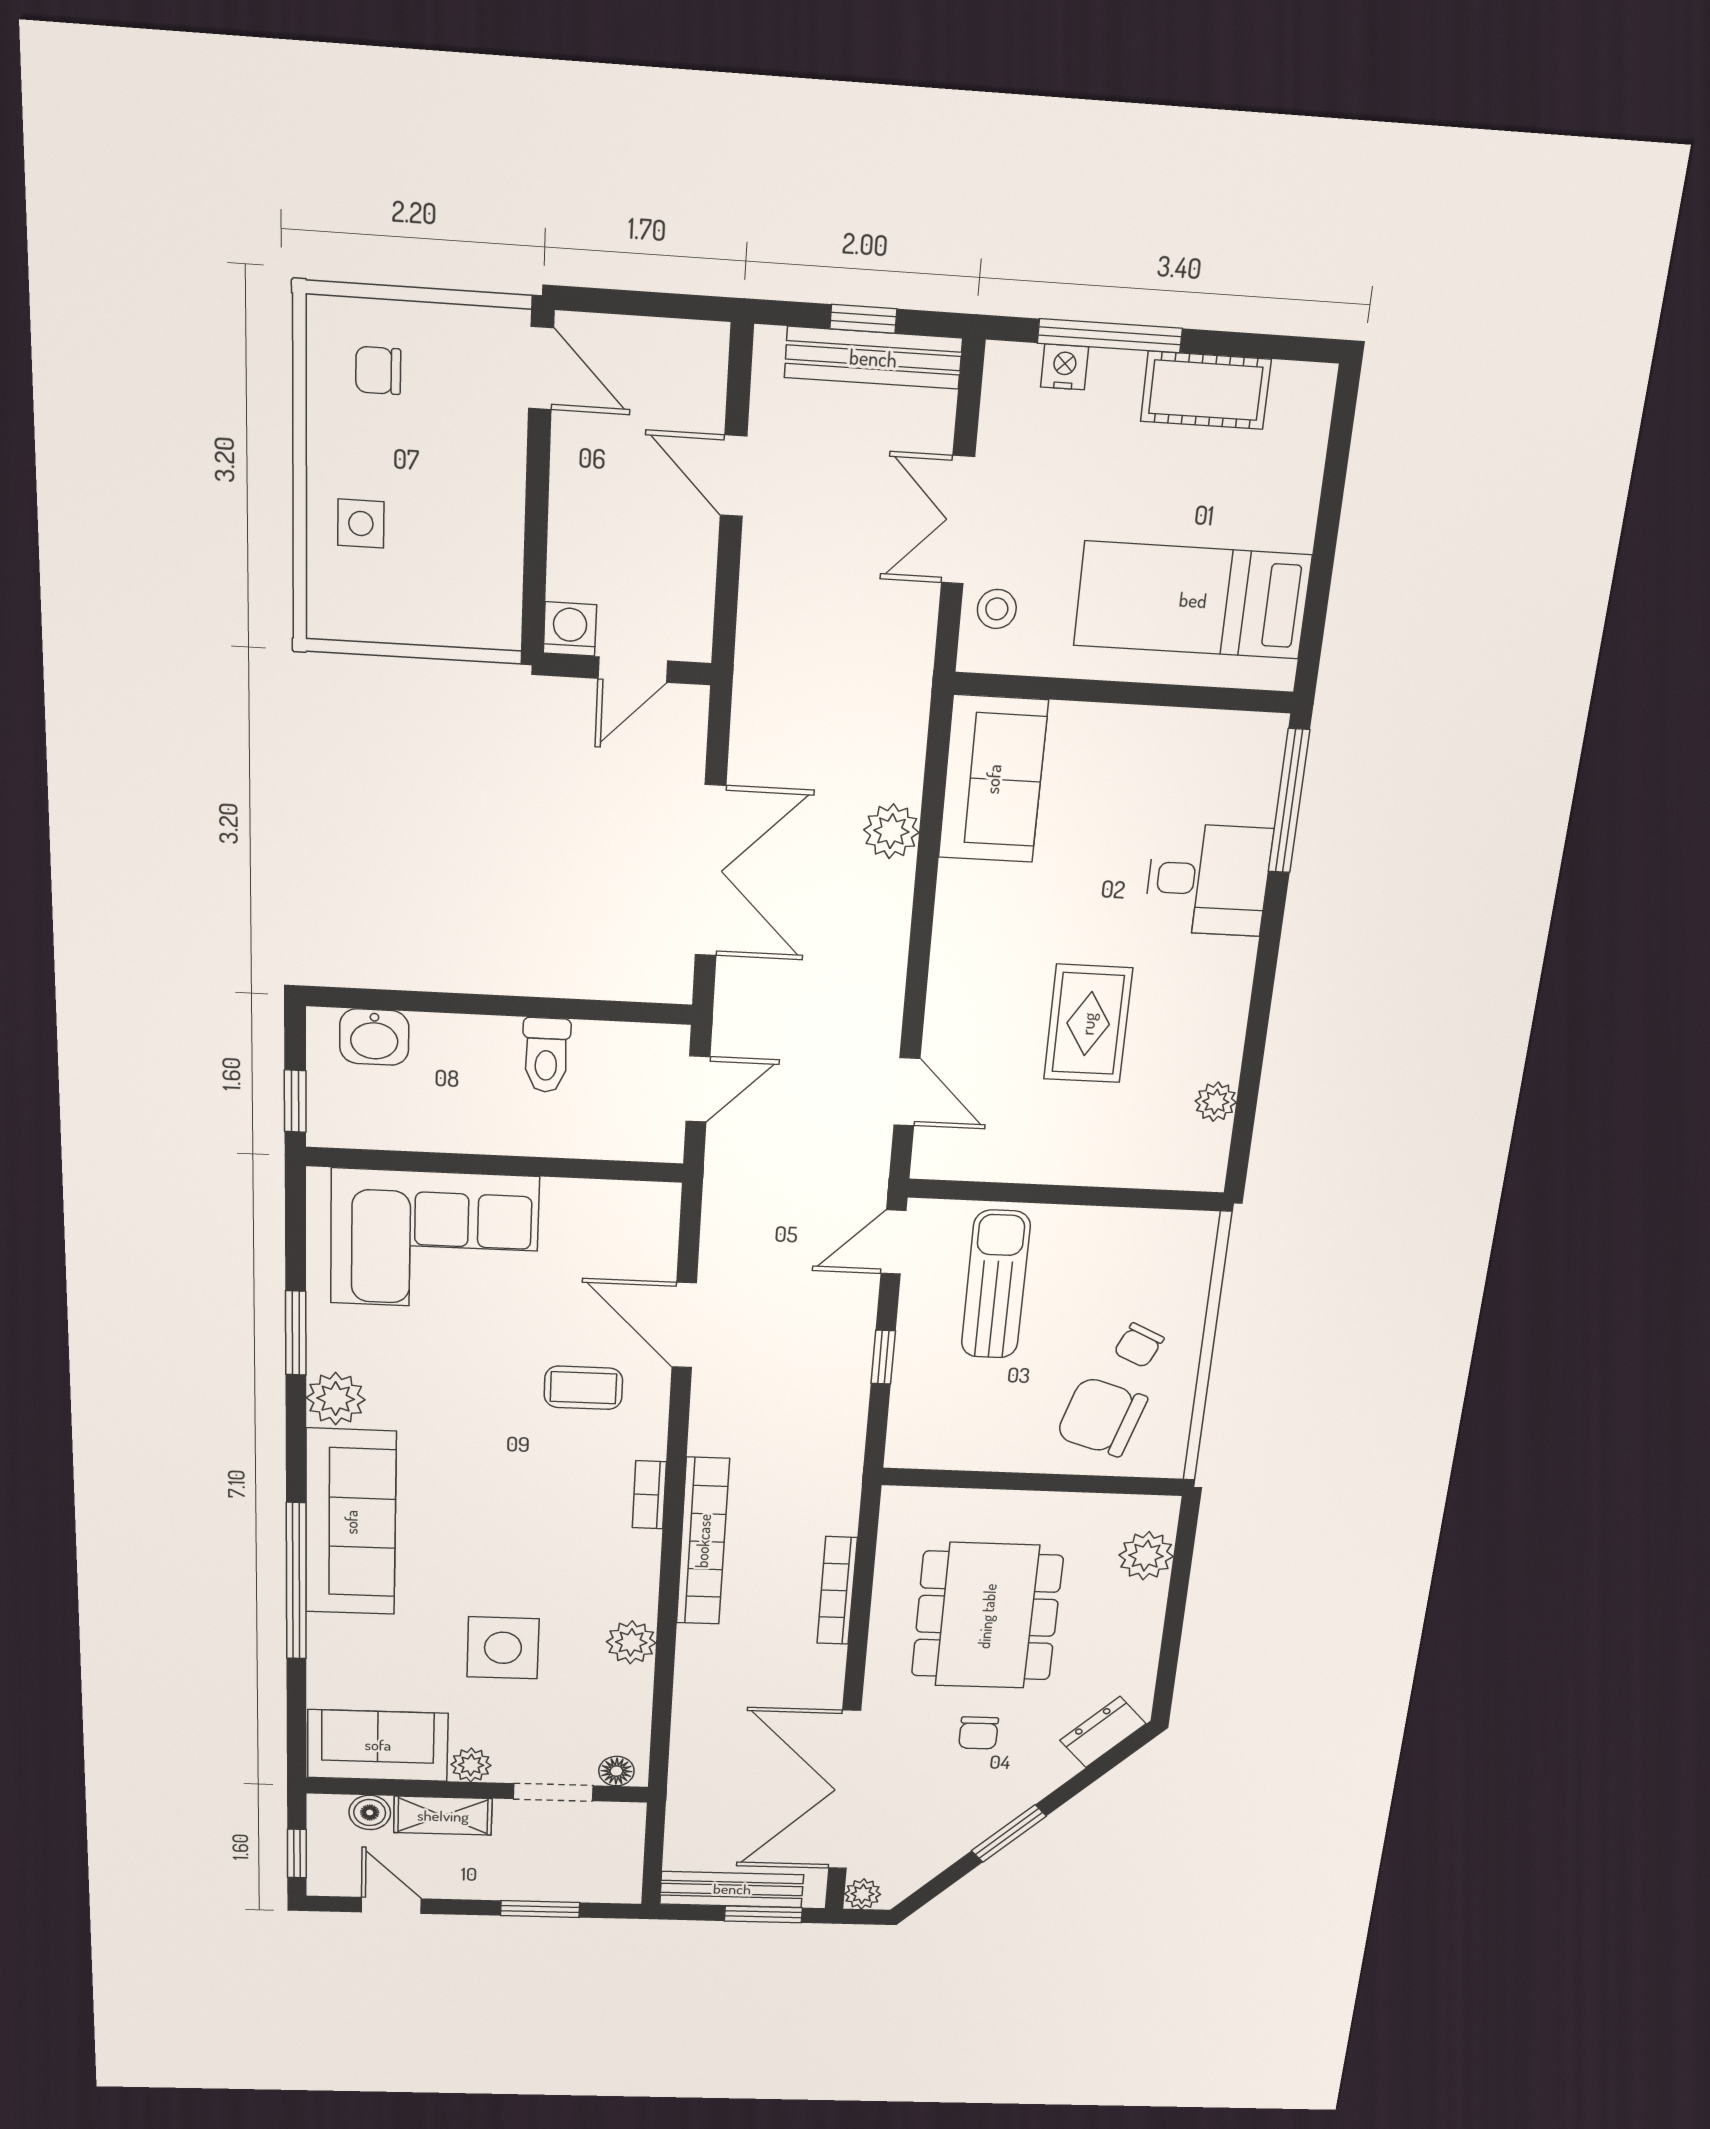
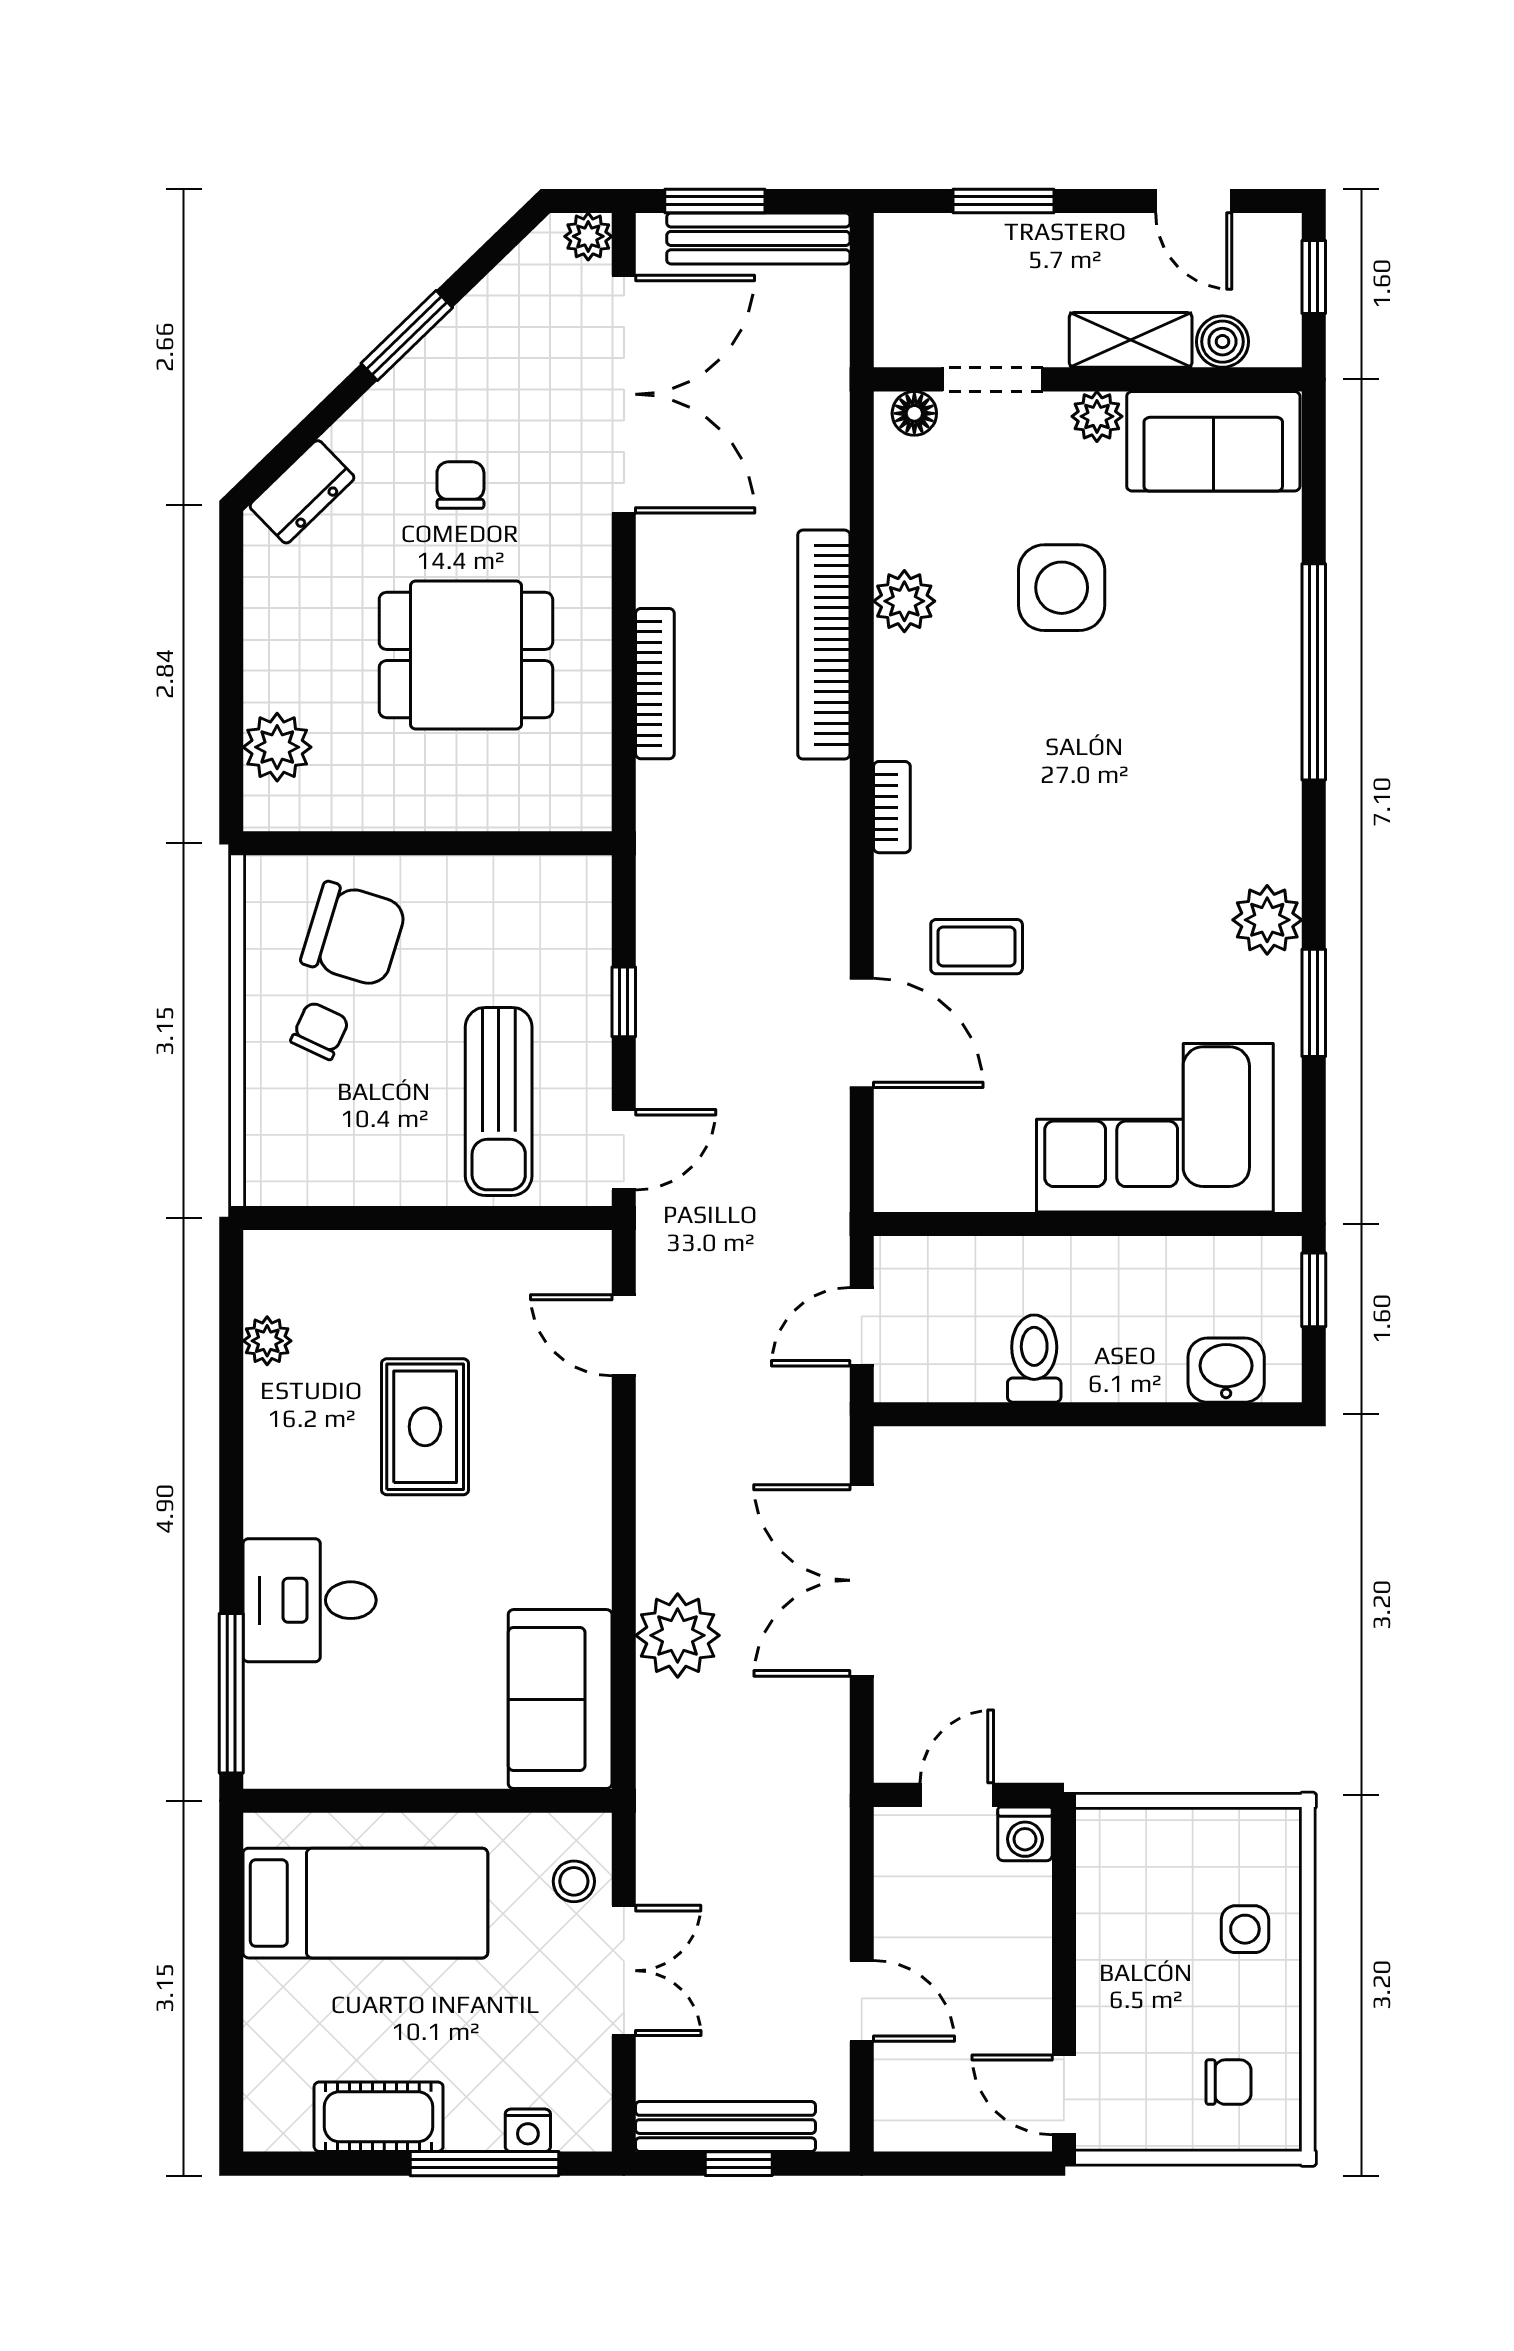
plant: (891, 831) -> (678, 1635), width x1.36, depth x1.36
sofa: (351, 1522) -> (1249, 755), removed
bookcase: (703, 1541) -> (824, 645), moved
dining table: (987, 1616) -> (466, 655), width x0.73

